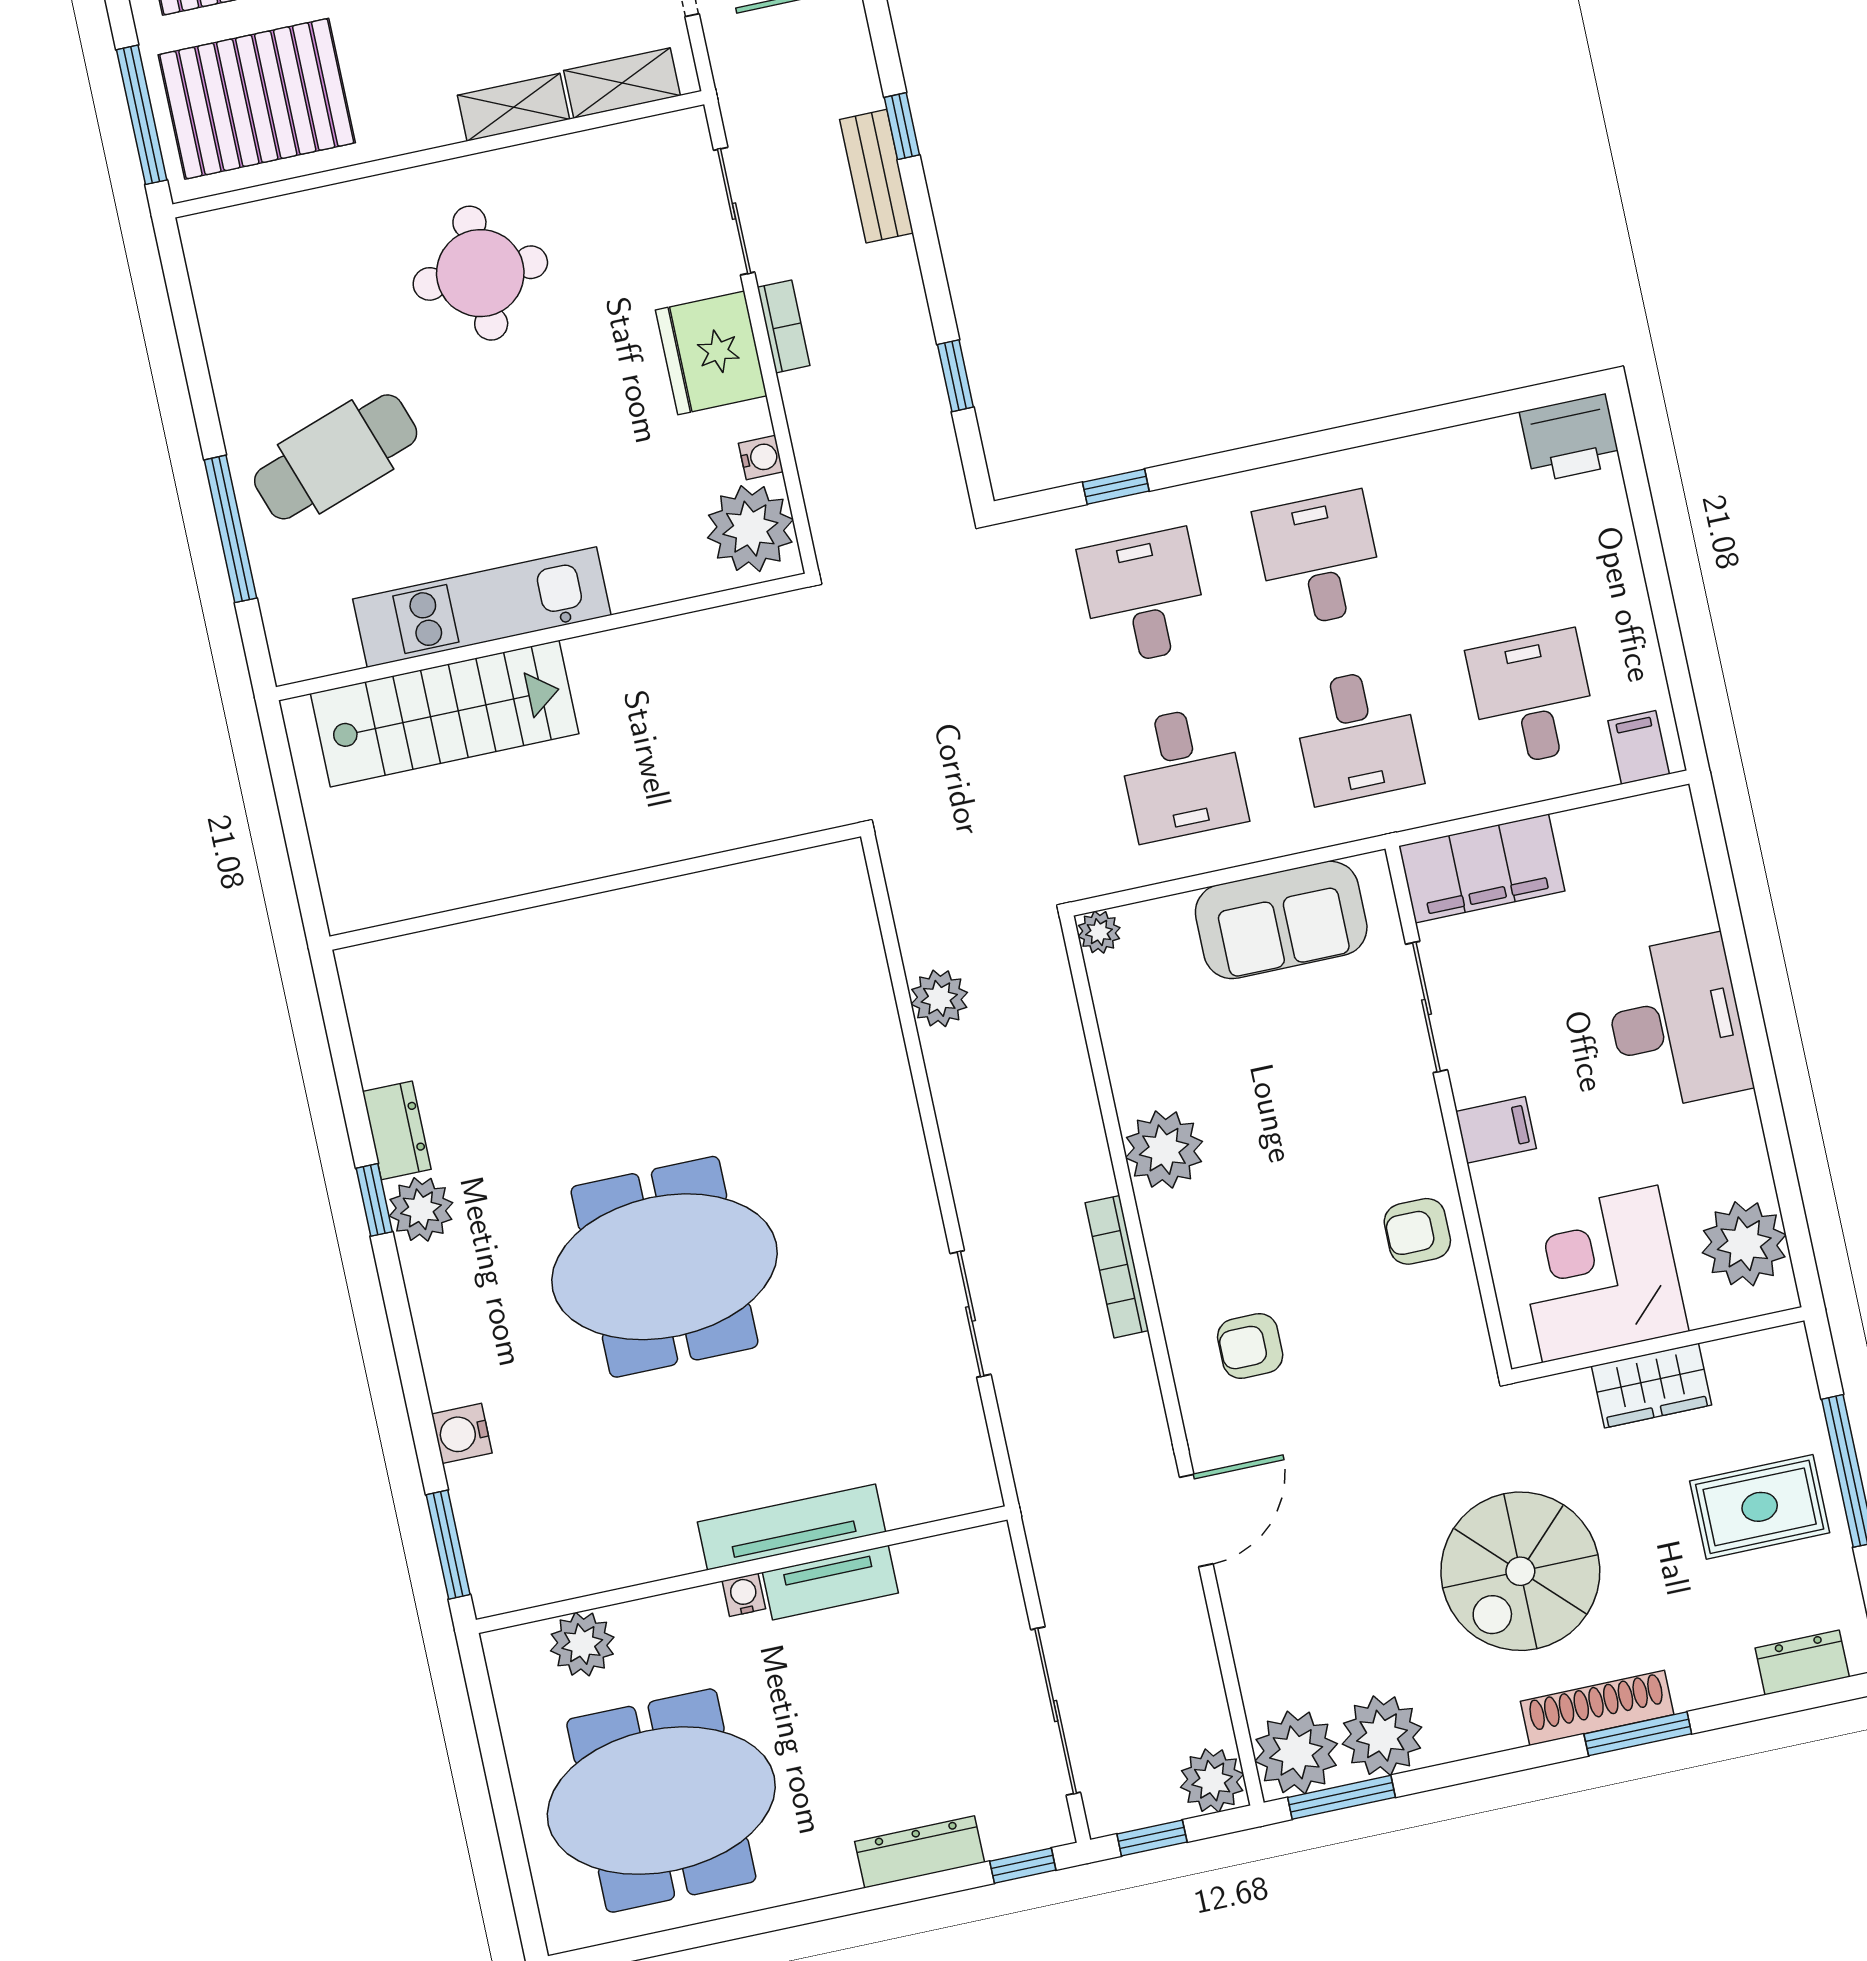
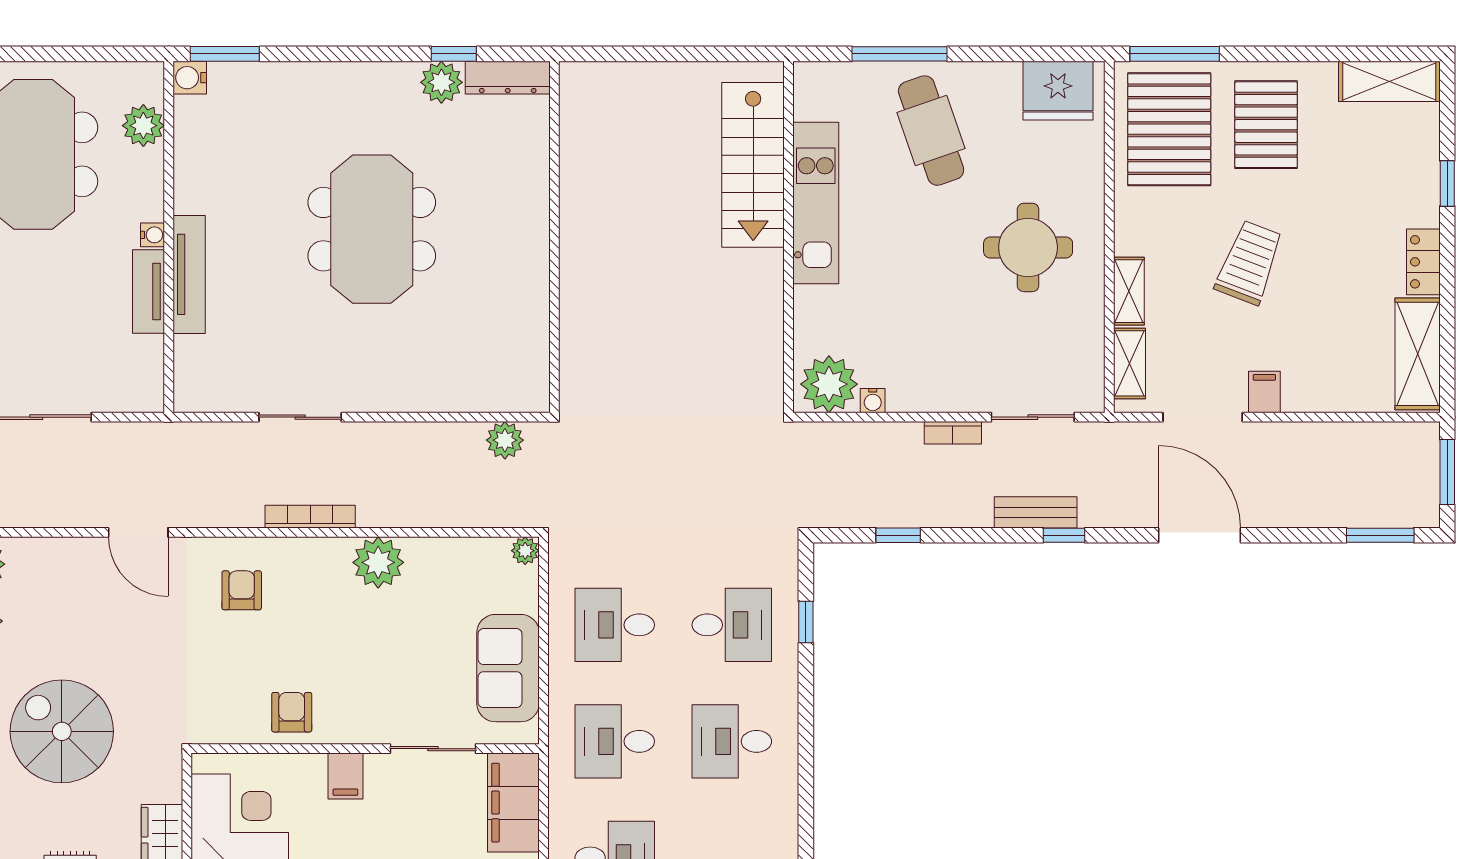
fridge: (711, 353) -> (1058, 91), moved, turned 180
desk: (1319, 560) -> (732, 741), turned 180
wall: (595, 886) -> (554, 237), moved
dresser: (397, 1130) -> (508, 78), width x1.44
water cooler: (462, 1433) -> (190, 78), moved, turned -90

